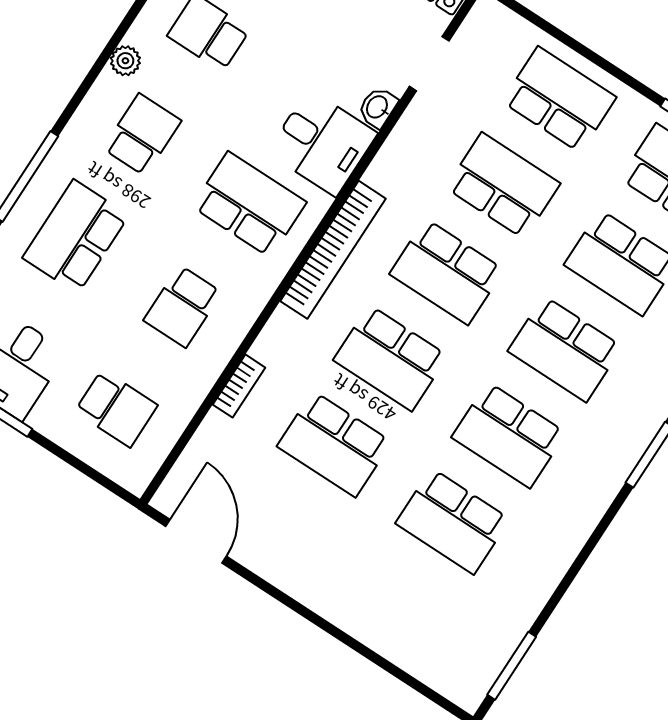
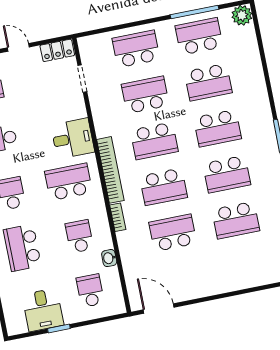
washbasin: (378, 107) -> (109, 258), moved
school desk: (183, 306) -> (79, 236), turned 180
bookcase: (239, 386) -> (118, 217), moved
school desk: (116, 408) -> (90, 291), turned -90
school desk: (334, 444) -> (173, 233), turned 180

